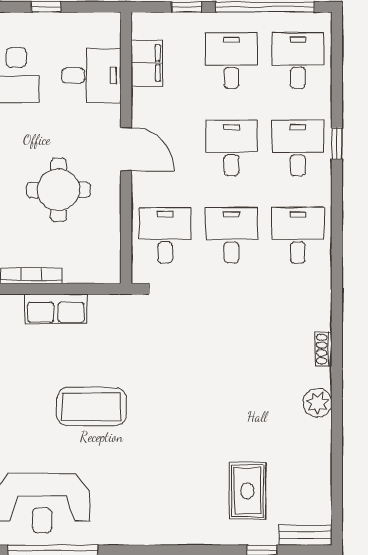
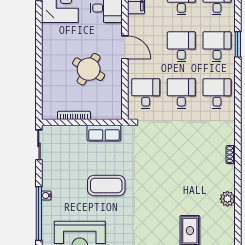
window: (337, 144) -> (238, 44), width x1.50
round table: (59, 190) -> (89, 69), turned 31
row of seats: (56, 309) -> (104, 133), moved
plant: (317, 403) -> (227, 199), moved

